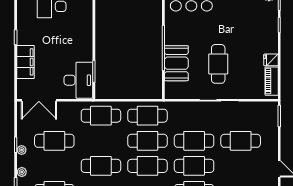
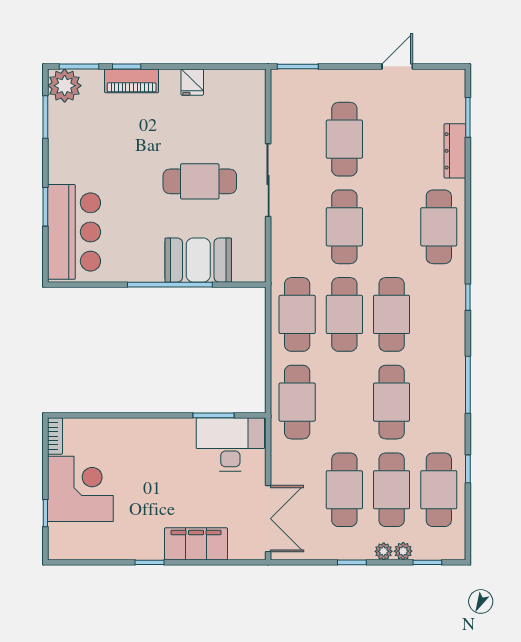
piano: (272, 81) -> (132, 81), moved
plant: (22, 150) -> (384, 551), moved
cafe table: (194, 166) -> (392, 490), moved

